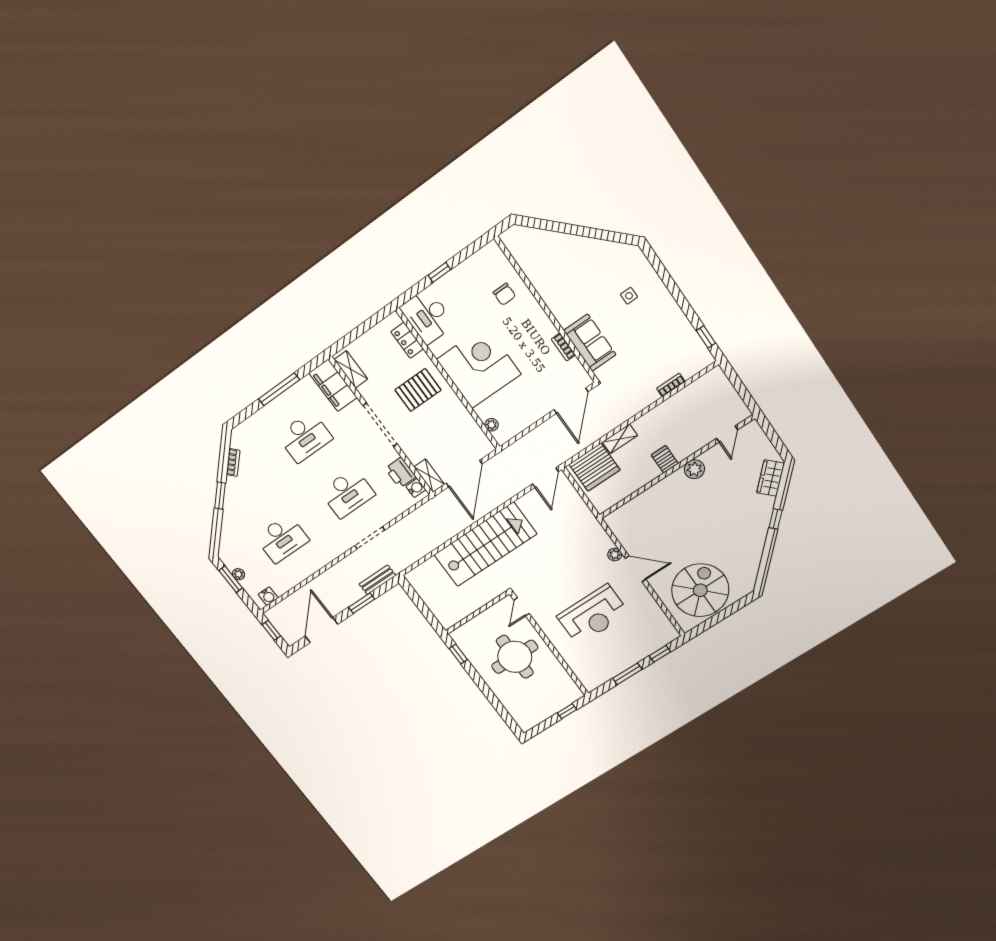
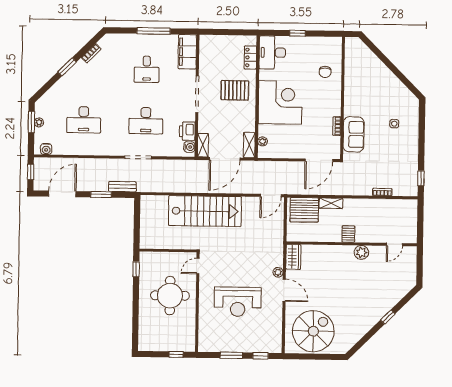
shelving: (351, 369) -> (249, 145), moved
desk: (305, 437) -> (147, 69), width x0.73
wardrobe: (771, 478) -> (293, 257), moved, turned 135

